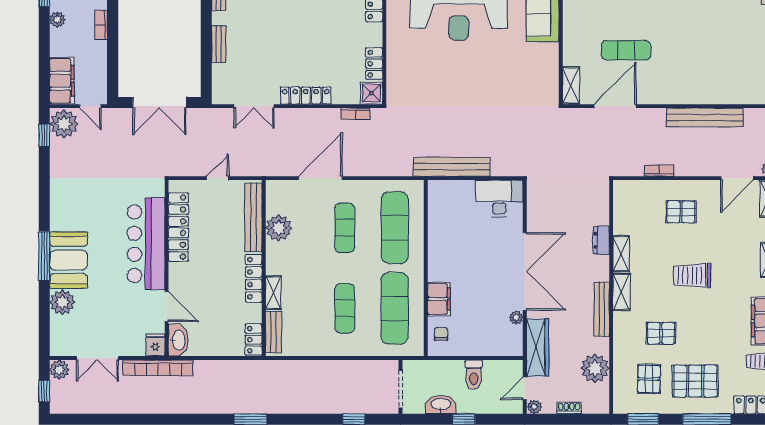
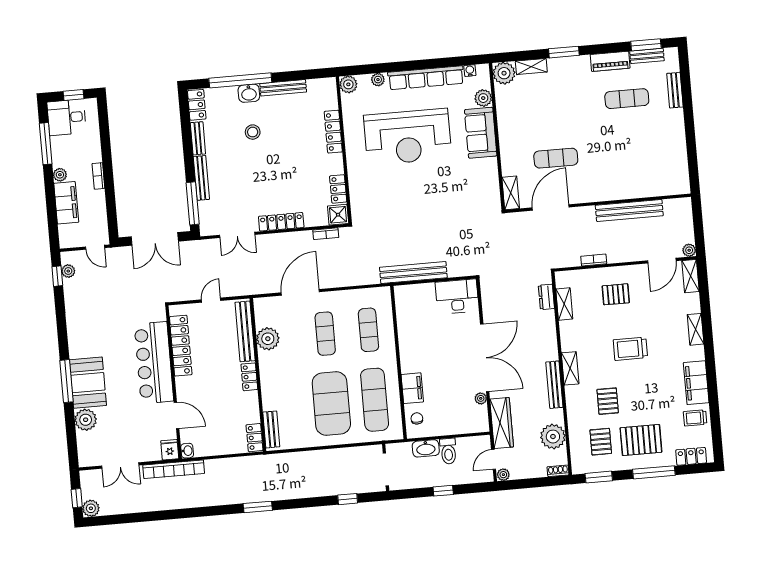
bench: (219, 44) -> (201, 178), width x1.36
window: (206, 66) -> (193, 203), added
filing cabinet: (62, 81) -> (66, 203), moved
plant: (64, 124) -> (68, 271), width x0.53, depth x0.53
exercise mat: (395, 228) -> (368, 330), width x0.73, depth x0.69
dresser: (601, 240) -> (546, 297), moved
shelving: (621, 254) -> (564, 304), moved
locker: (254, 278) -> (249, 377), width x0.66
shelving: (273, 293) -> (268, 395), removed
exercise mat: (345, 308) -> (331, 403), width x2.00, depth x1.45
pallet: (661, 333) -> (608, 401), turned 90
washbasin: (178, 340) -> (187, 451), width x0.52, depth x0.69
plant: (59, 370) -> (91, 508), moved
washbasin: (441, 405) -> (426, 448), moved, turned 180
shoe rack: (569, 408) -> (558, 471), moved

